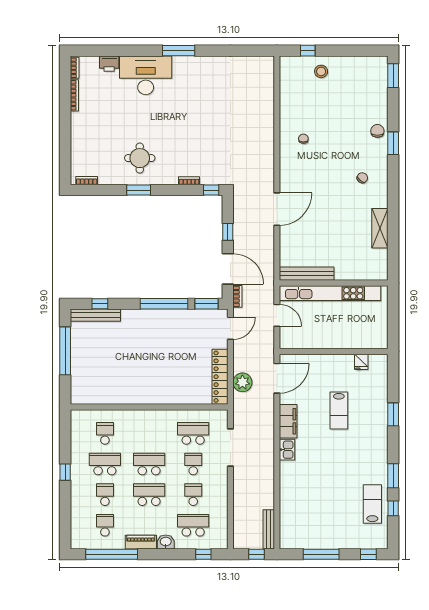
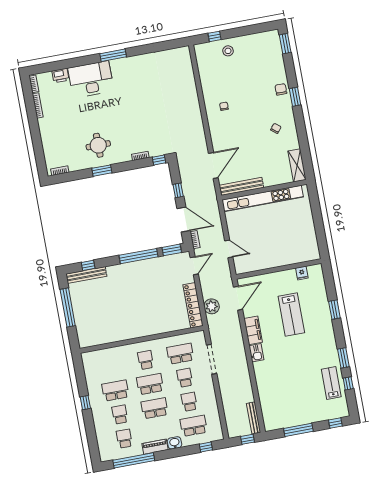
bench: (307, 274) -> (241, 186), moved
wall: (334, 283) -> (264, 190), moved
kitchen unit: (330, 293) -> (263, 198), moved
lab bench: (339, 411) -> (291, 314), width x1.36, depth x1.39
school desk: (105, 433) -> (146, 360), moved

